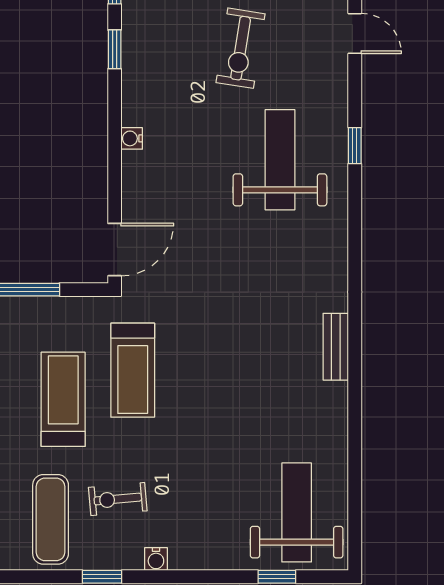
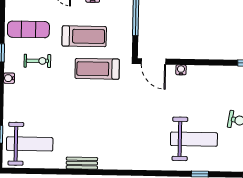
water cooler: (132, 138) -> (181, 70), moved
bench: (336, 347) -> (82, 163), moved
exercise bike: (118, 499) -> (37, 61), turned 95

